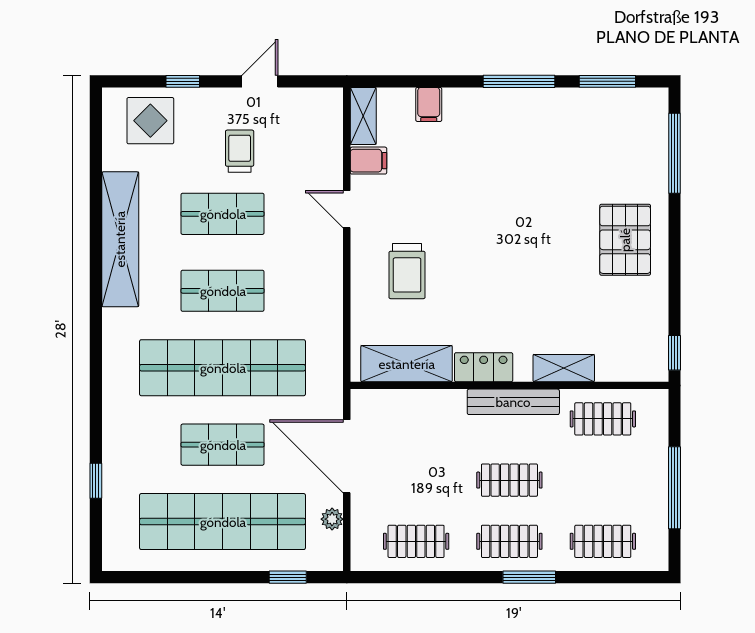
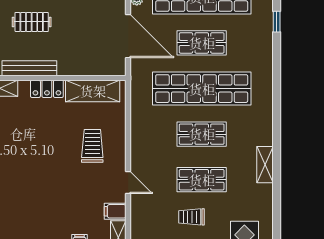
trolley: (240, 151) -> (192, 217), turned 90
shelving: (120, 239) -> (265, 165), width x0.45, depth x0.75

